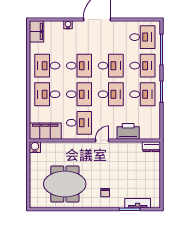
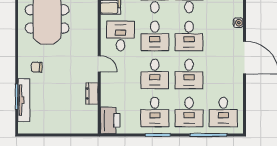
desk: (79, 123) -> (120, 36), turned 180
printer: (128, 131) -> (110, 120), moved
dresser: (151, 147) -> (92, 94), moved
tv unit: (138, 203) -> (24, 100), width x1.41

